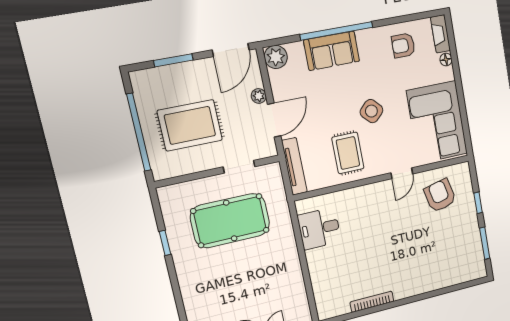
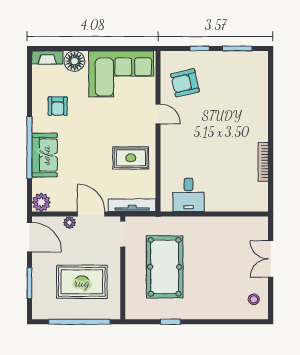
armchair: (403, 45) -> (58, 106), moved
floor lamp: (446, 59) -> (74, 61), width x1.89, depth x1.89
side table: (371, 111) -> (100, 131), removed
rug: (190, 125) -> (82, 282), turned 90
doorway: (239, 167) -> (123, 234), moved

